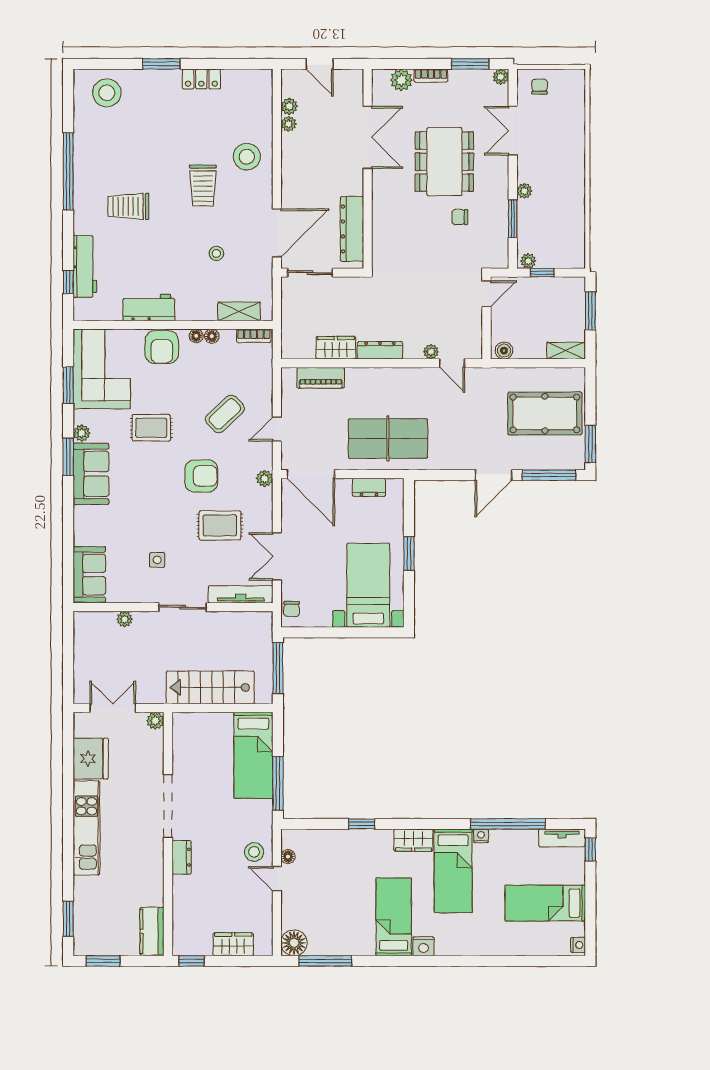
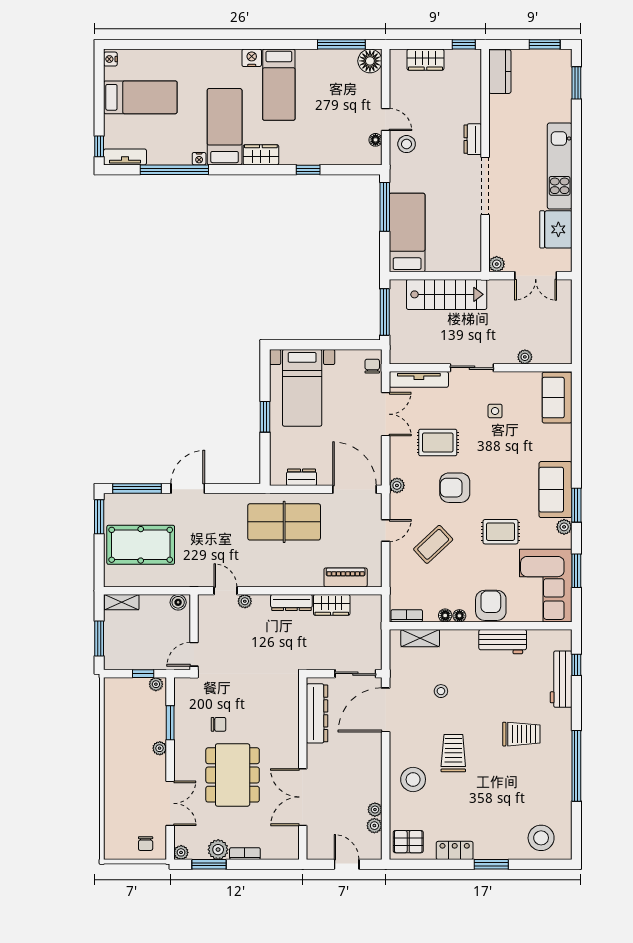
plant: (401, 80) -> (218, 850), moved
pallet: (252, 89) -> (408, 842), added

